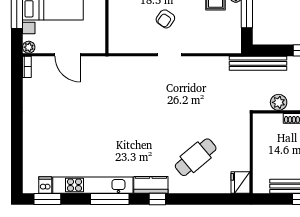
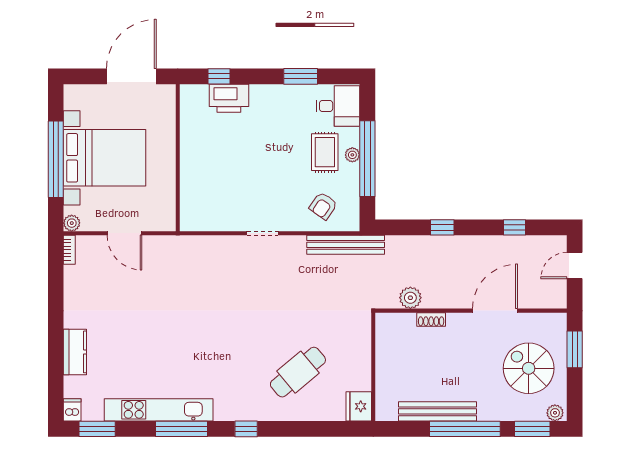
armchair: (165, 19) -> (323, 206), moved
bench: (258, 63) -> (346, 245), moved
dishwasher: (45, 185) -> (72, 410), moved
kitchen counter: (151, 185) -> (75, 352), moved, turned 90

